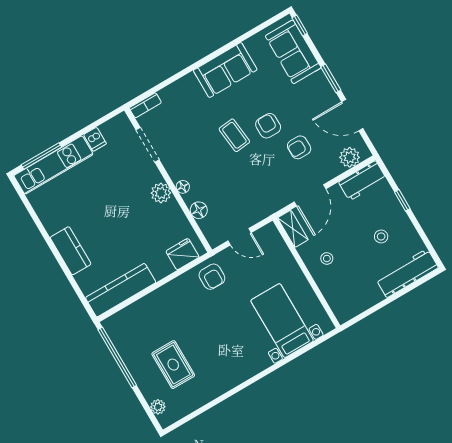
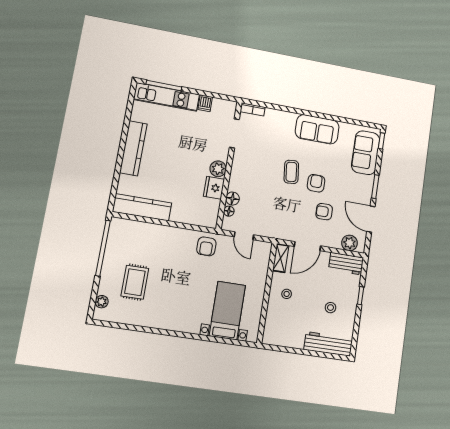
floor lamp: (183, 187) -> (229, 211), moved
kitchen counter: (71, 251) -> (133, 148), width x1.50
fridge: (182, 254) -> (214, 188), moved, turned -90

